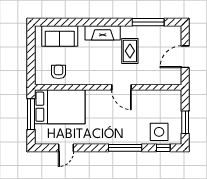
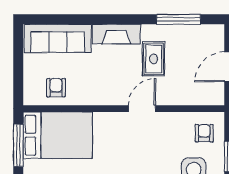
sofa: (60, 36) -> (58, 38), width x1.36
door: (121, 87) -> (142, 109), swing flipped
armchair: (167, 105) -> (204, 133), added

